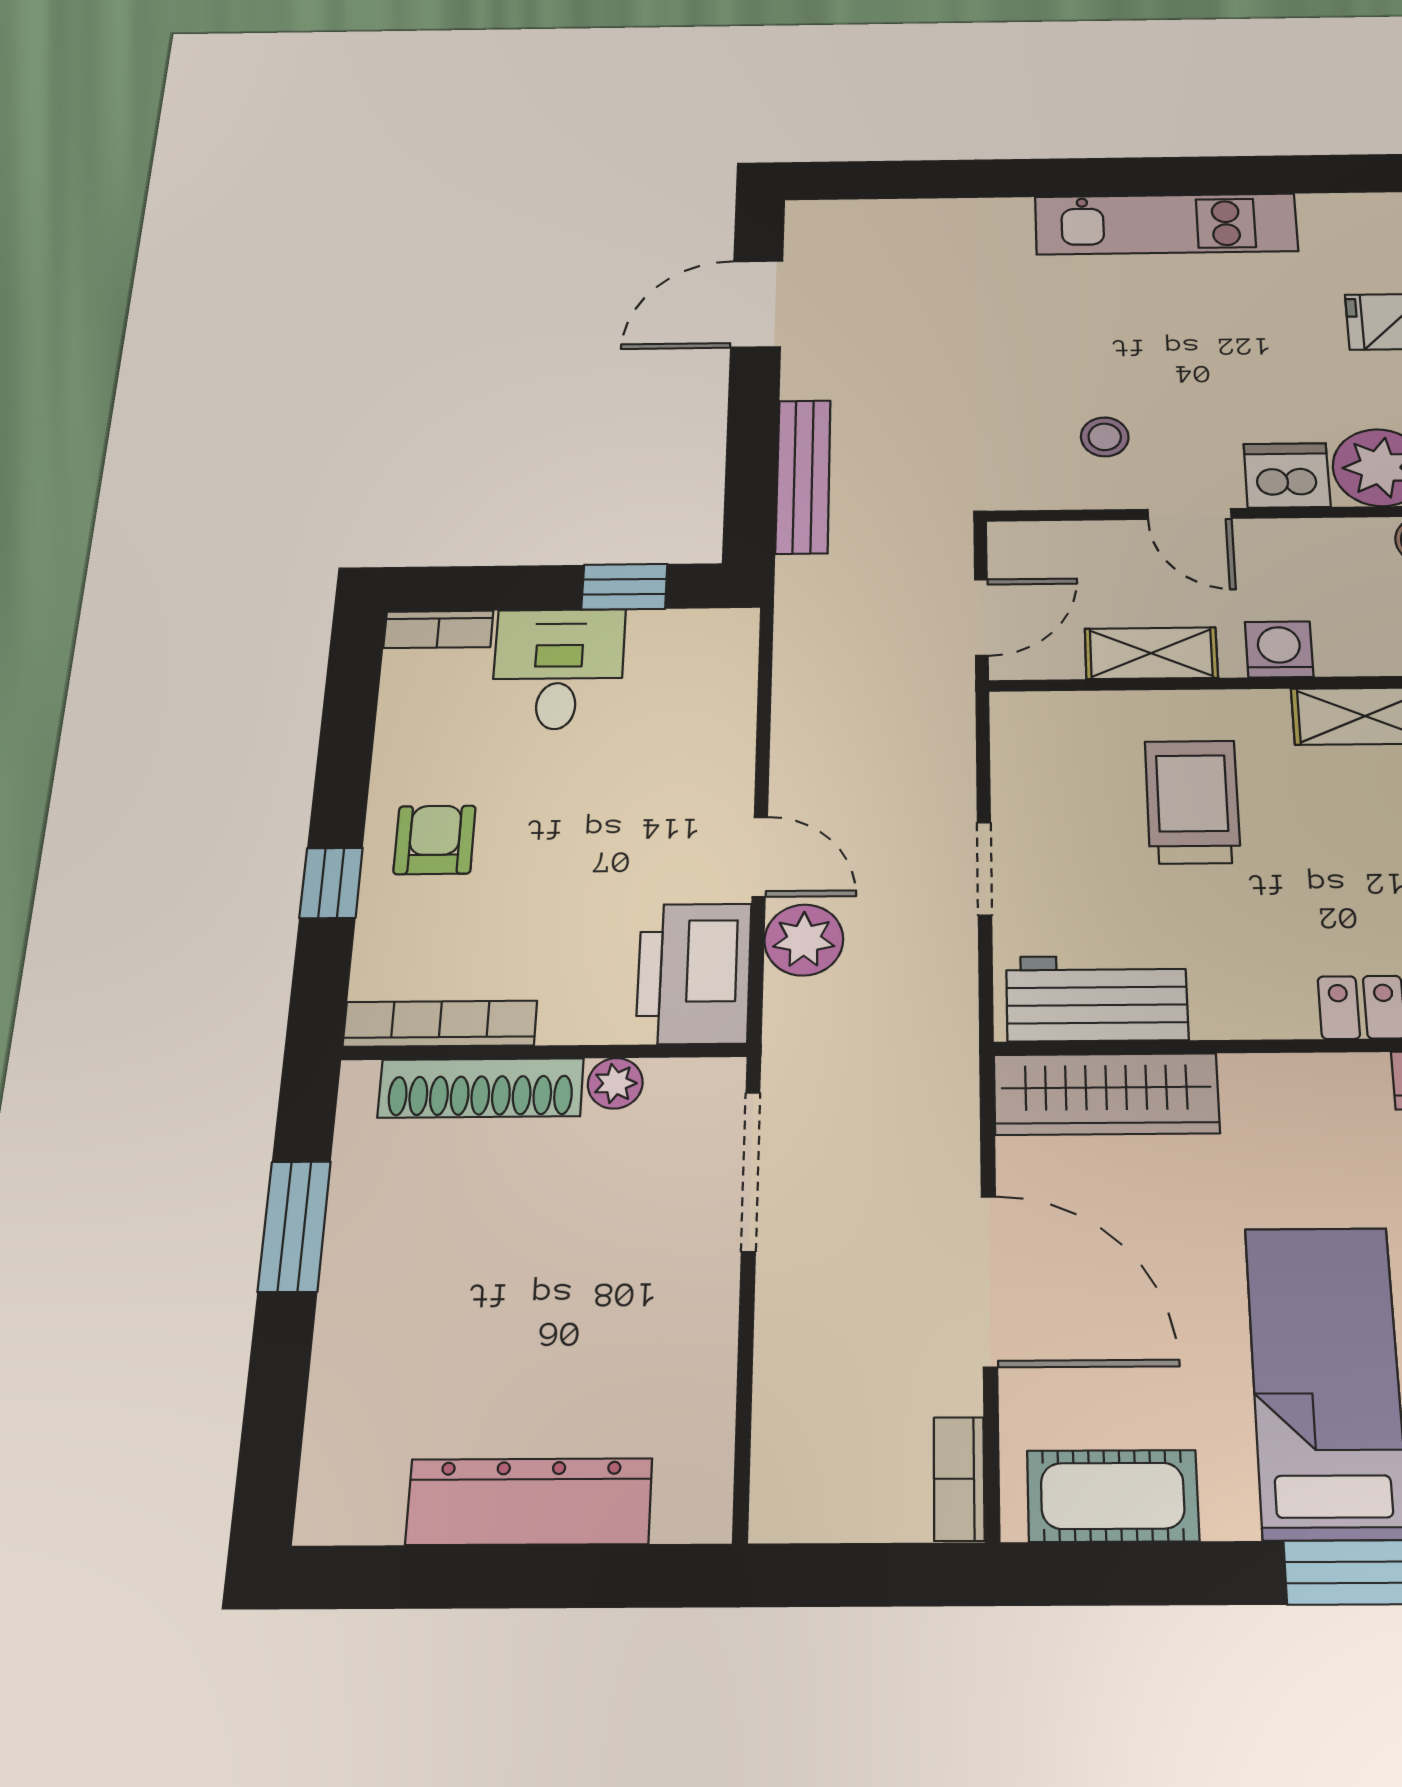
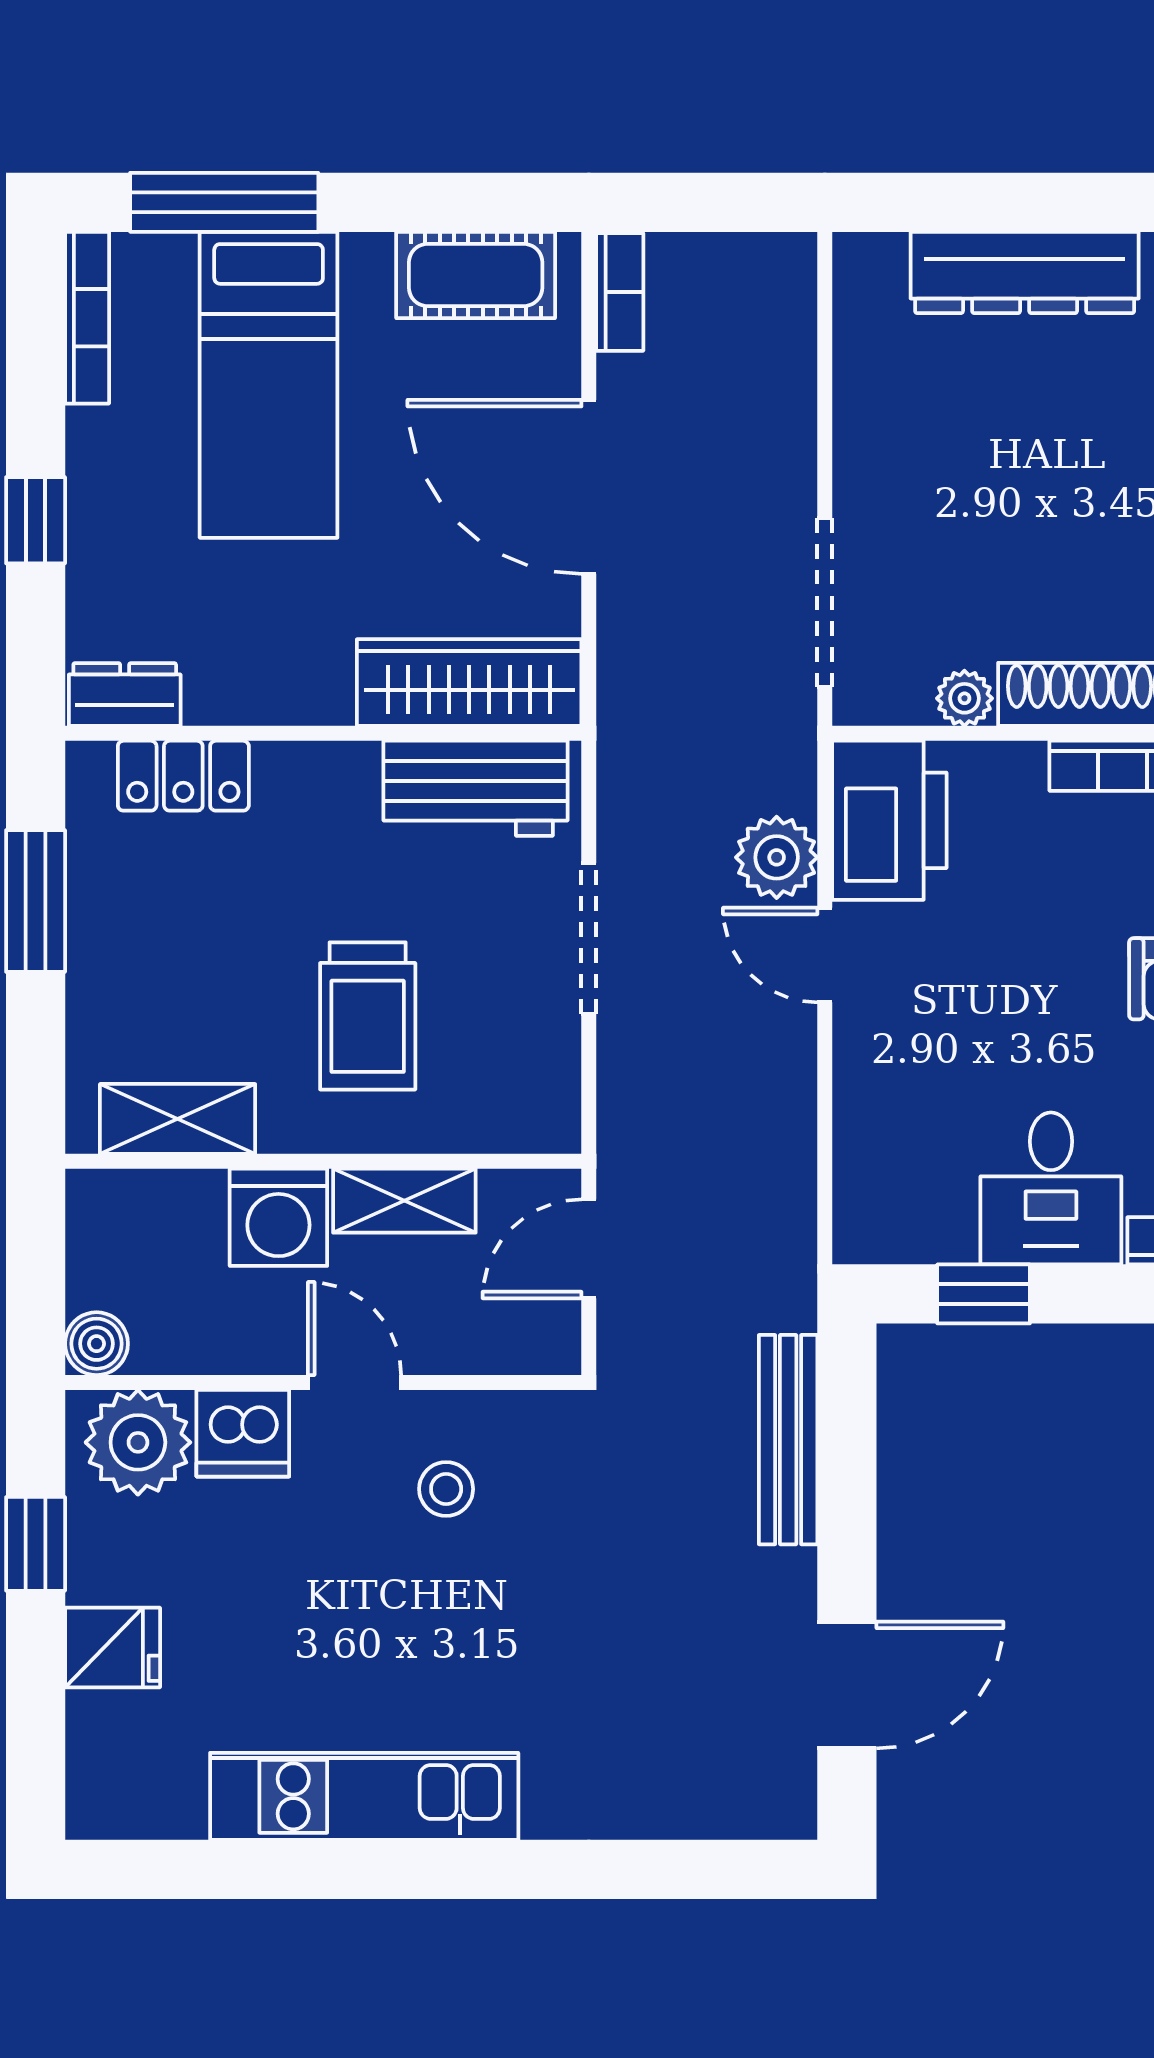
washing machine: (1279, 649) -> (278, 1217), width x1.38, depth x1.38
doorway: (984, 869) -> (589, 939), width x1.38

